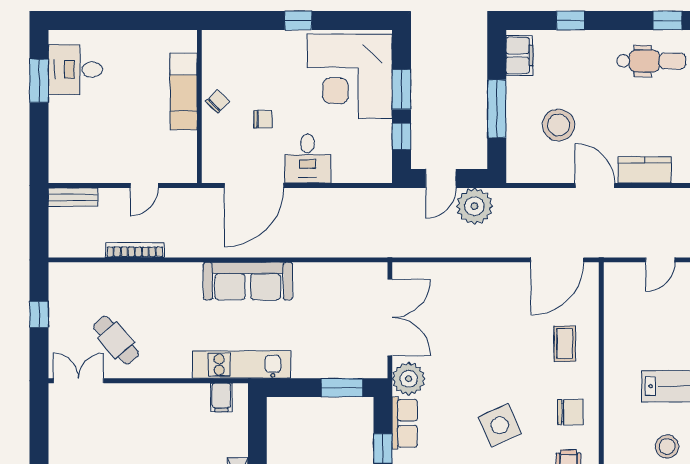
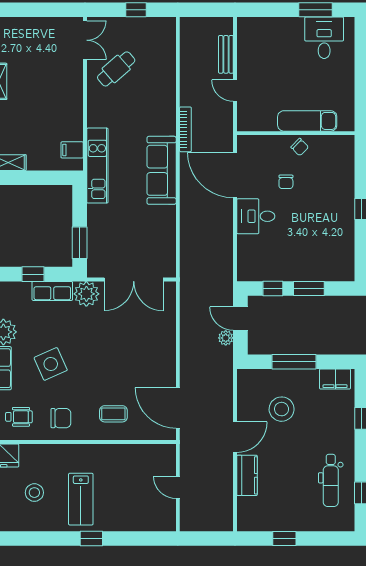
corner desk: (350, 76) -> (319, 249), removed
bench: (73, 197) -> (226, 54), moved
plant: (474, 206) -> (226, 338), width x0.53, depth x0.53
bookcase: (135, 250) -> (185, 129), moved
chair: (570, 412) -> (61, 418), turned -90

